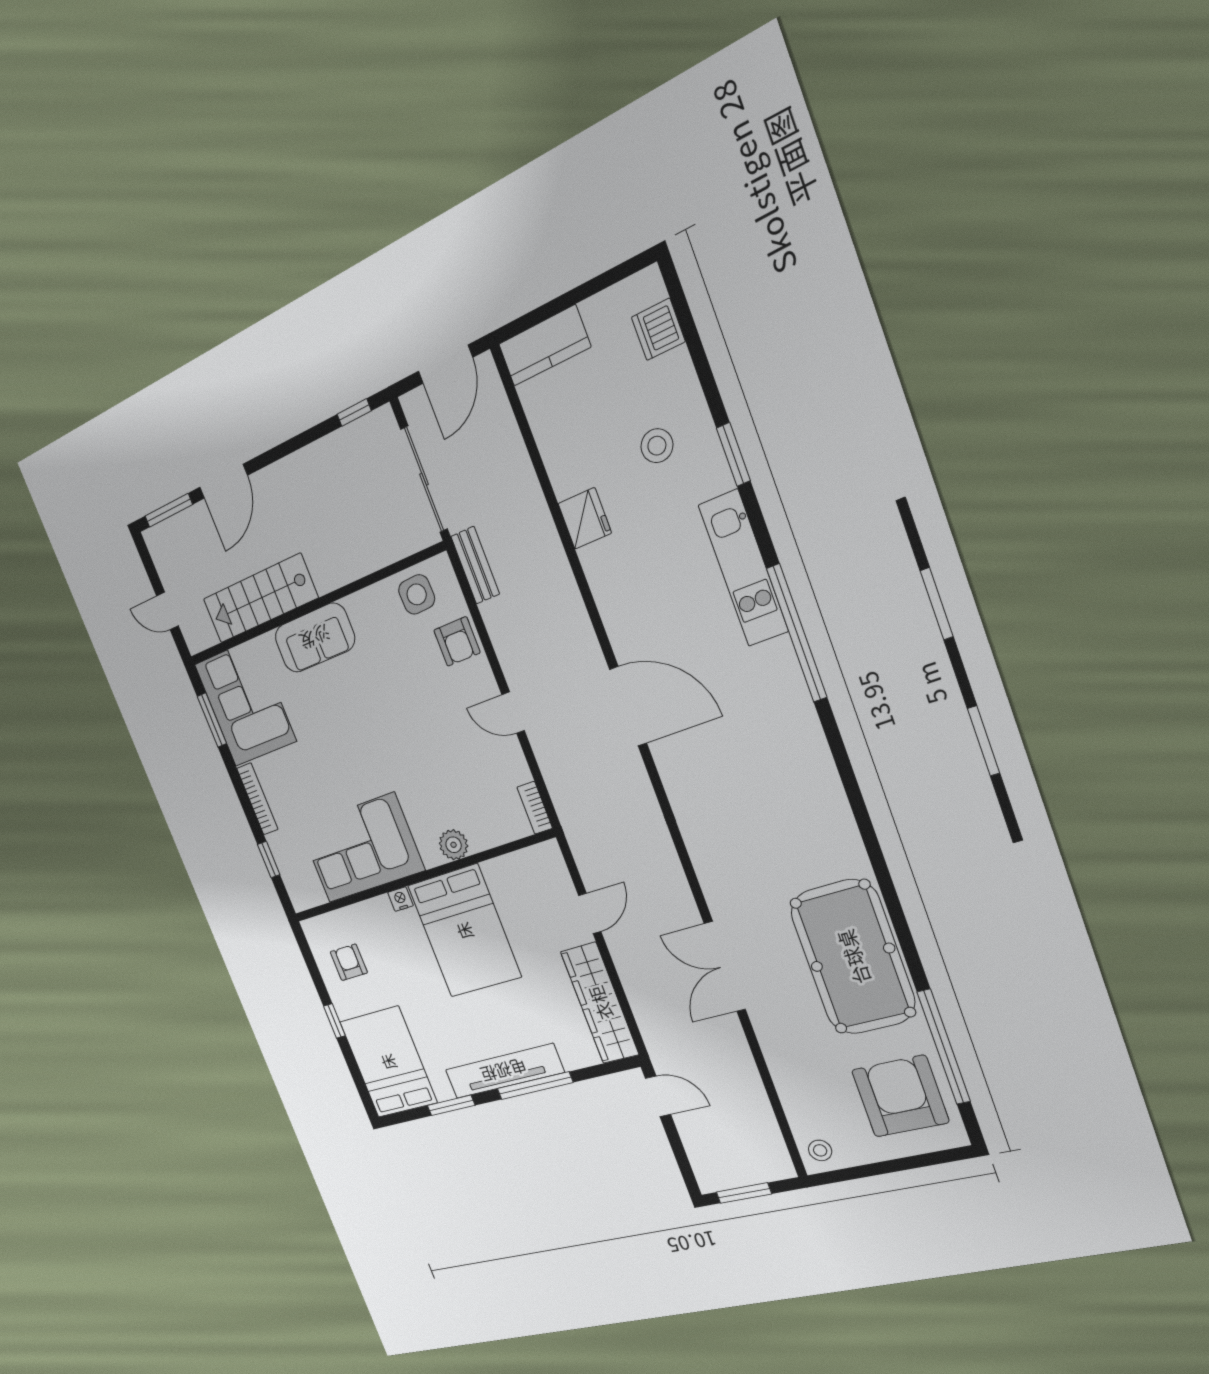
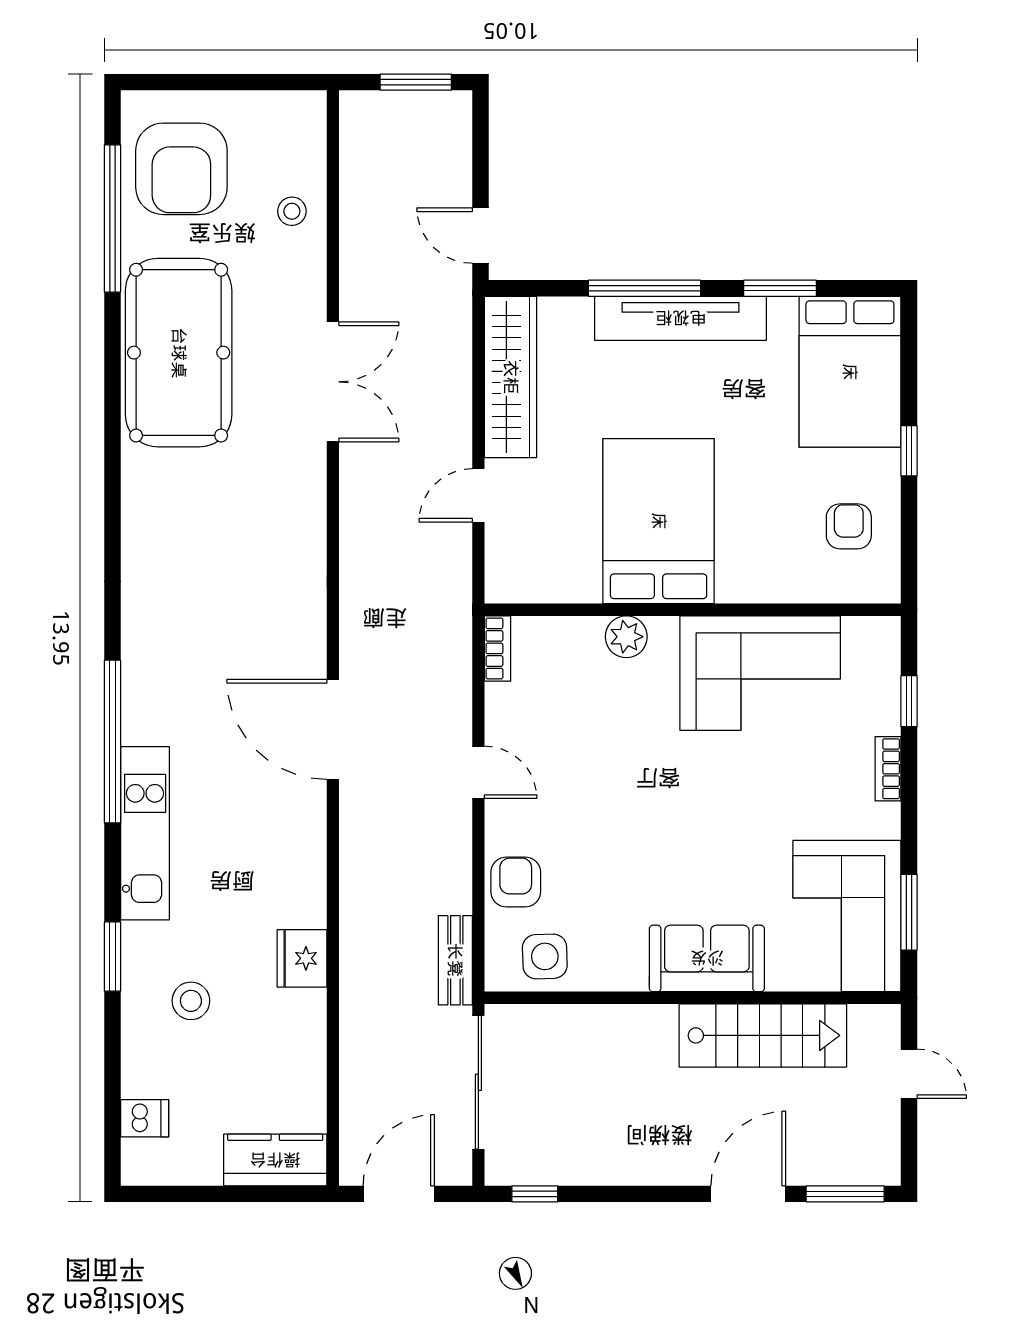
dishwasher: (658, 329) -> (145, 1118), width x0.73
bookcase: (257, 799) -> (888, 769), width x0.64
nightstand: (400, 899) -> (733, 589), removed
armchair: (349, 962) -> (849, 526), turned 180
stool: (820, 1150) -> (292, 211), moved

